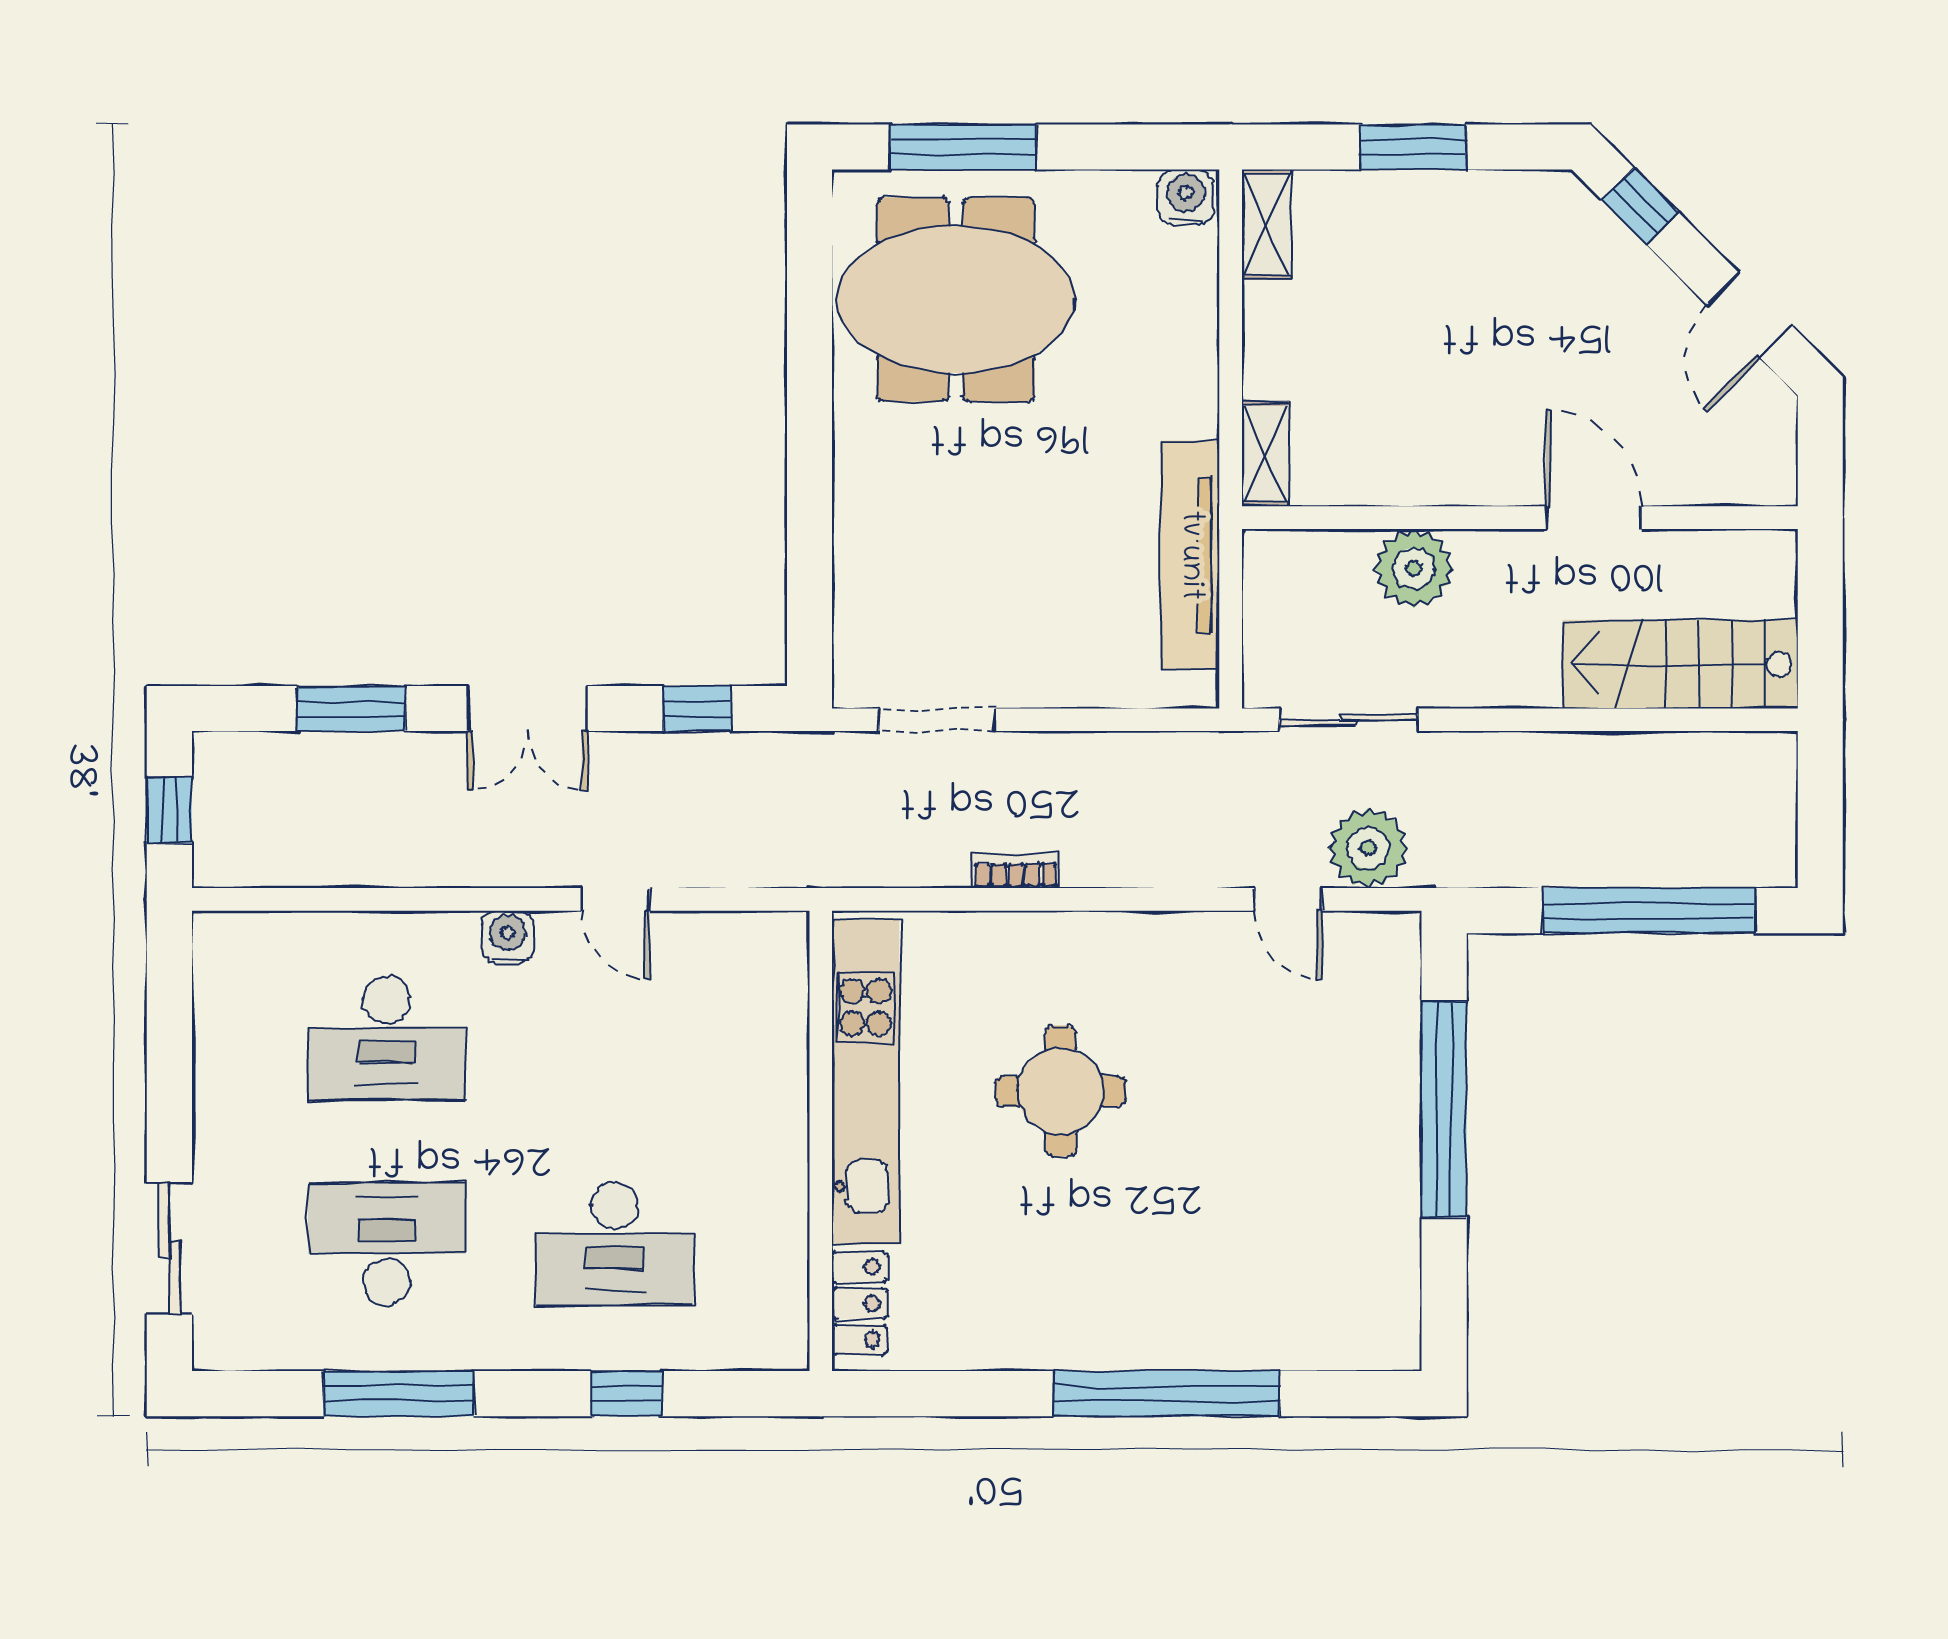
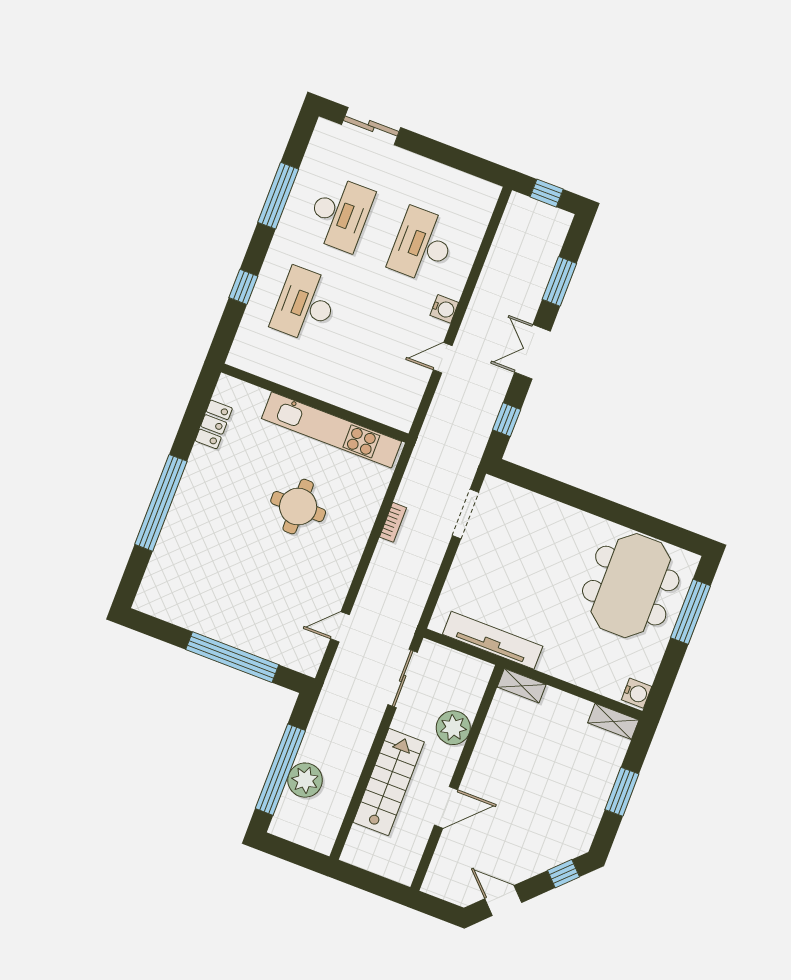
stairs: (1680, 664) -> (389, 782), moved
plant: (1368, 848) -> (305, 780), moved
locker: (860, 1303) -> (214, 424), moved, turned -90

